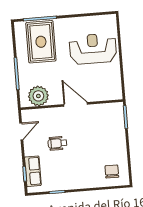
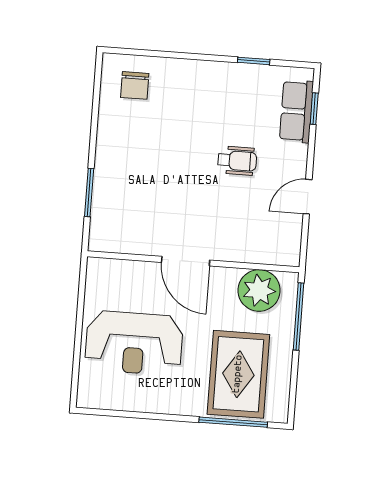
plant: (38, 96) -> (259, 290), moved
door: (76, 104) -> (186, 261), moved
wall: (72, 105) -> (193, 262), moved

